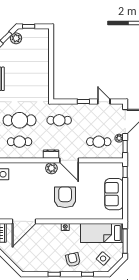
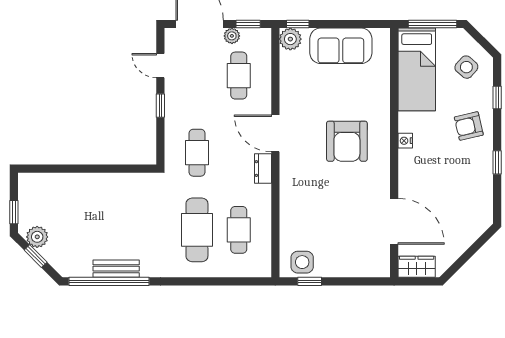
door: (104, 102) -> (160, 66), hinge flipped
door: (69, 160) -> (275, 133), swing flipped
plant: (51, 168) -> (290, 39), moved
armchair: (65, 197) -> (347, 141), turned -90

